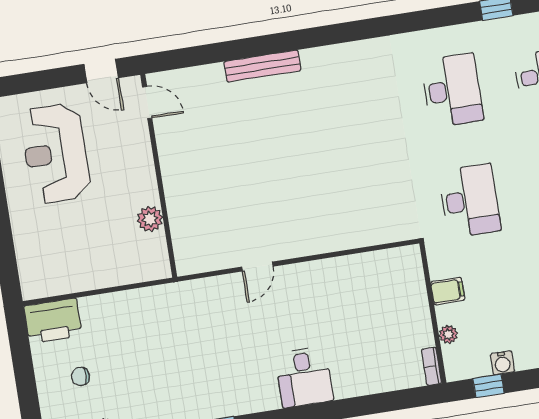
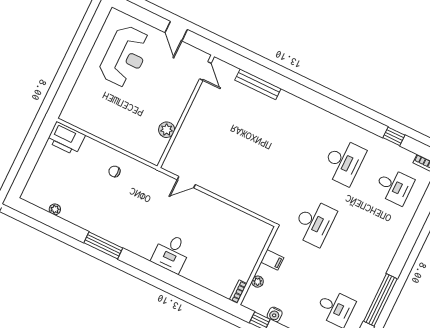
door: (147, 103) -> (205, 71), moved
reception desk: (56, 154) -> (125, 56), turned 180
wall: (159, 176) -> (186, 111), moved
plant: (150, 219) -> (167, 130), moved
chair: (81, 376) -> (114, 171), moved

